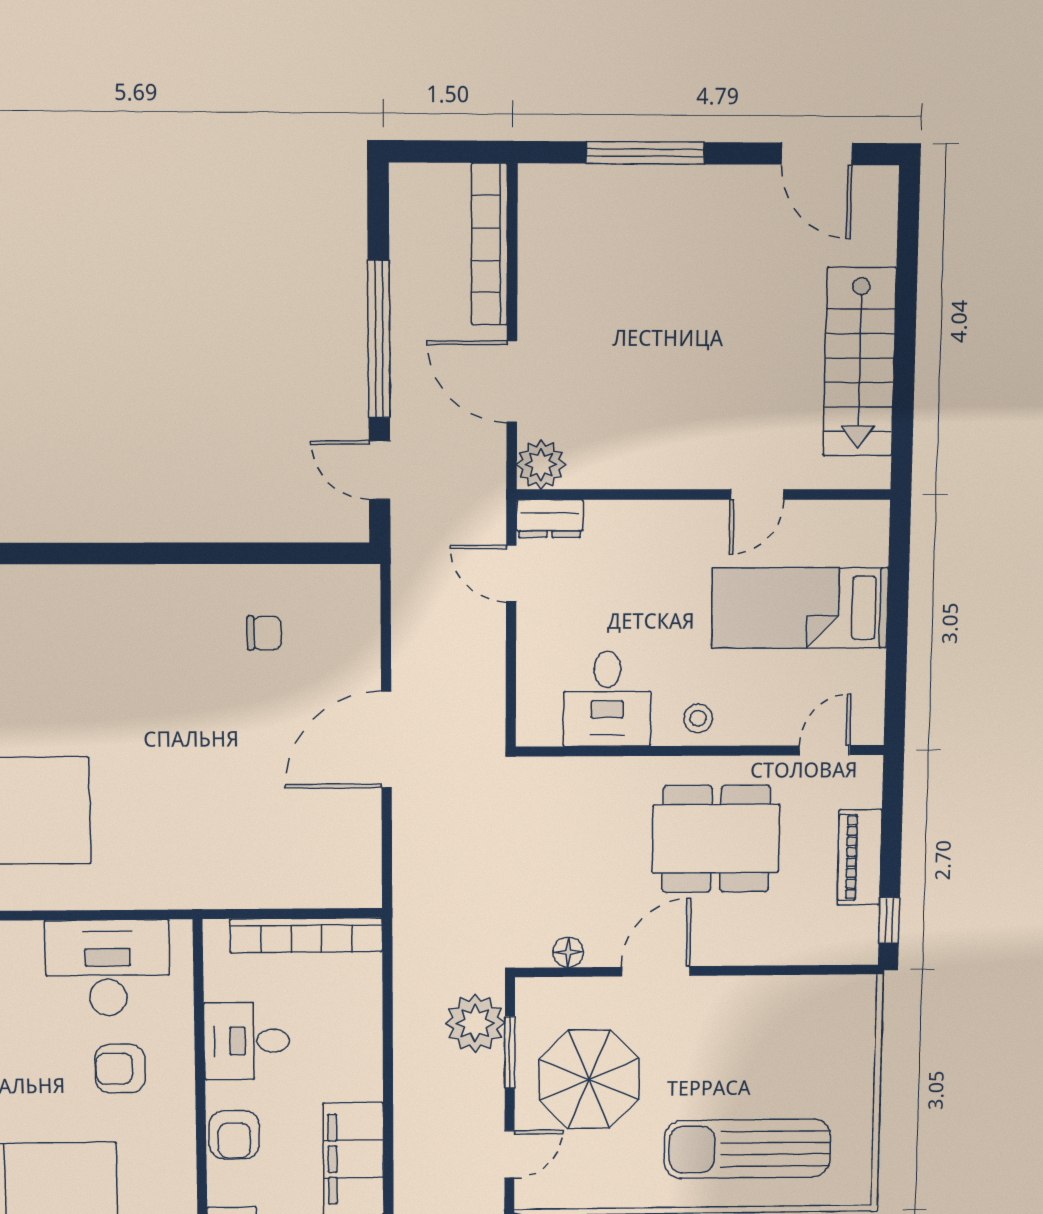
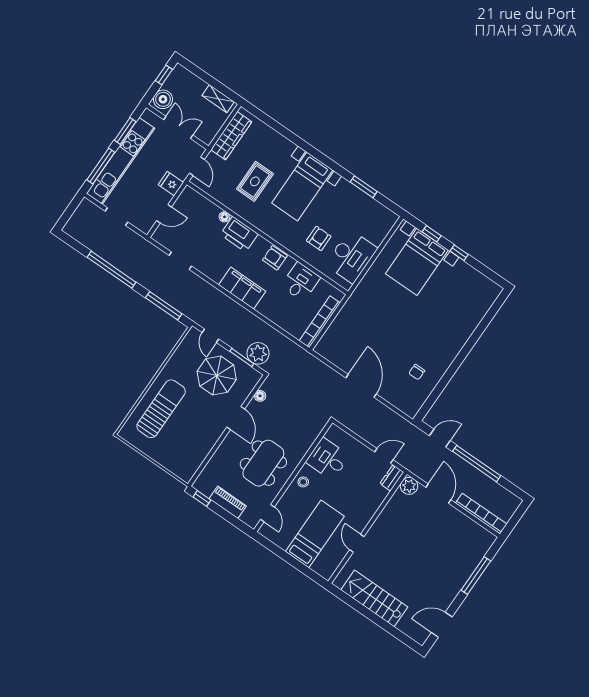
door: (512, 382) -> (438, 494), hinge flipped

